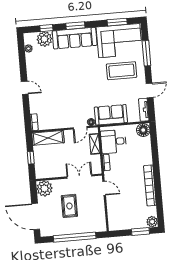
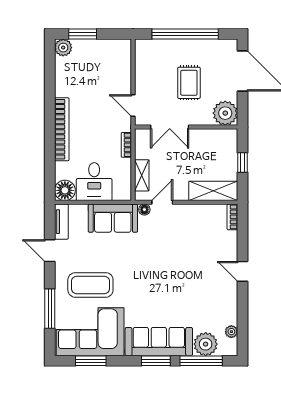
window: (46, 28) -> (201, 361), width x2.17
door: (150, 90) -> (50, 251), hinge flipped
desk: (114, 142) -> (94, 182), moved, turned 90
bookcase: (150, 185) -> (62, 129), moved

